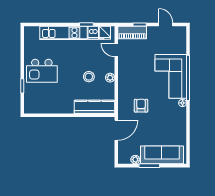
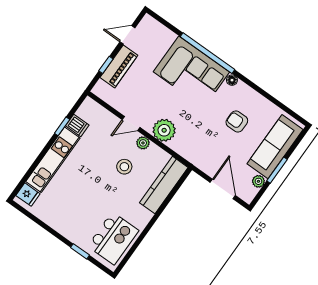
fridge: (105, 33) -> (28, 195), moved
piano: (132, 33) -> (119, 66), moved
door: (116, 50) -> (131, 124), moved
kitchen island: (42, 71) -> (113, 238), moved
plant: (126, 85) -> (164, 130), added
armchair: (141, 106) -> (237, 122), moved
door: (116, 130) -> (223, 189), moved

